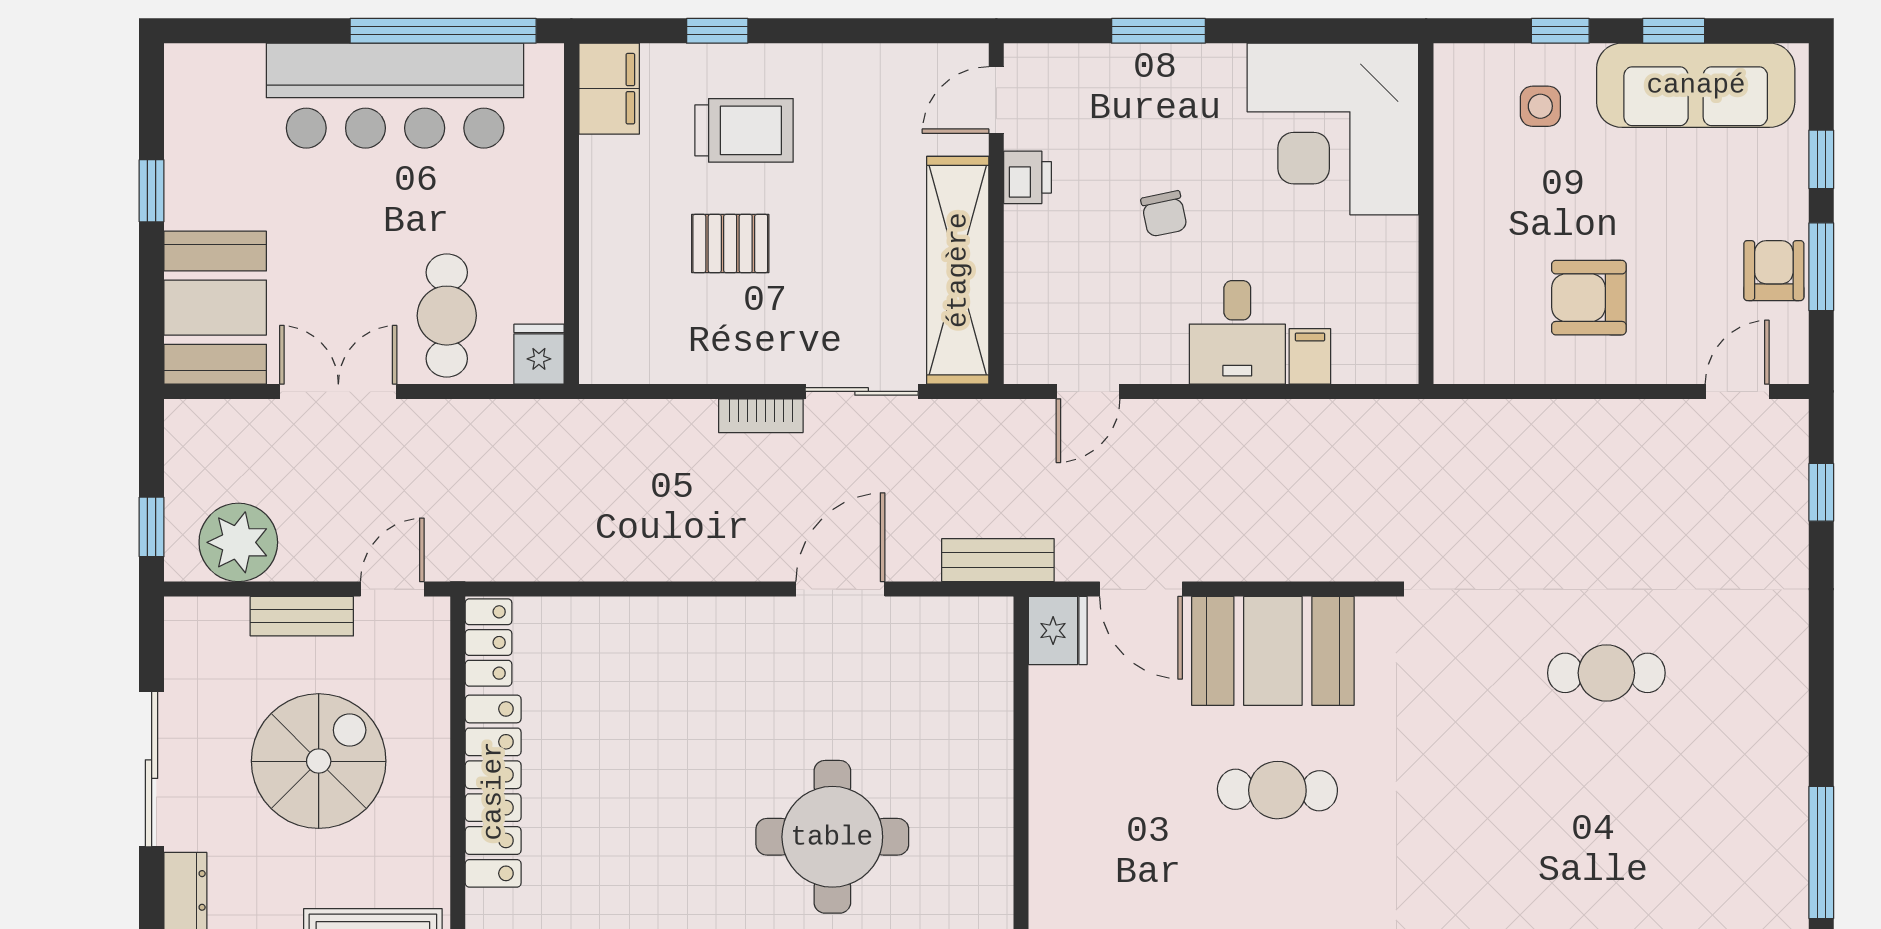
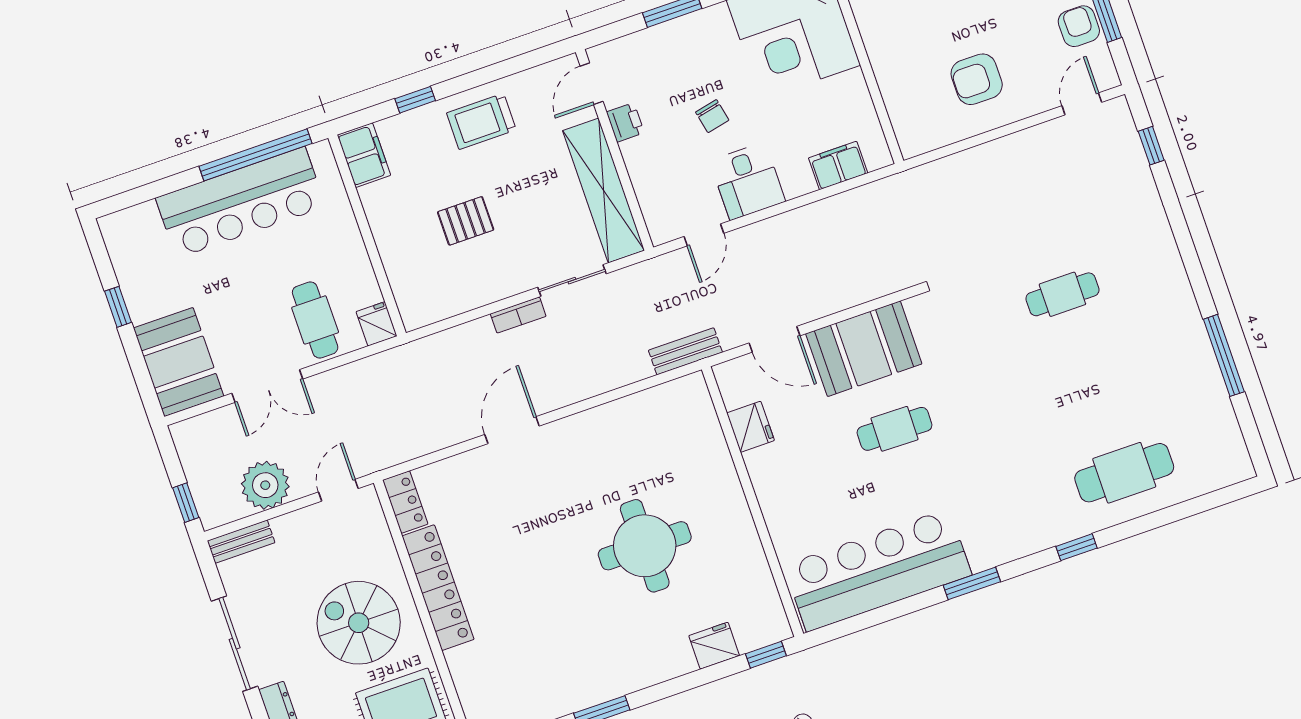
trolley: (744, 130) -> (481, 121), moved, turned 180
desk: (1237, 332) -> (748, 181), moved
filing cabinet: (1310, 356) -> (838, 165), width x2.00
double door: (338, 391) -> (267, 386), swing flipped
plant: (238, 542) -> (265, 485), moved
door: (840, 589) -> (512, 430), moved
bench: (302, 616) -> (241, 542), moved
fridge: (1058, 631) -> (750, 427), moved
spiral stairs: (319, 761) -> (359, 623), moved, turned -90

